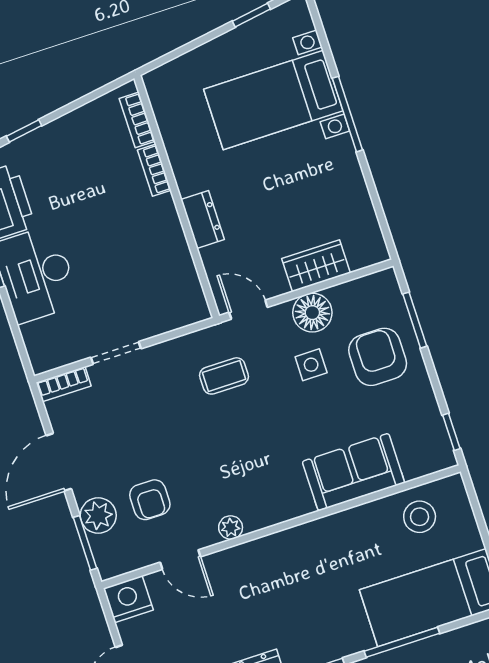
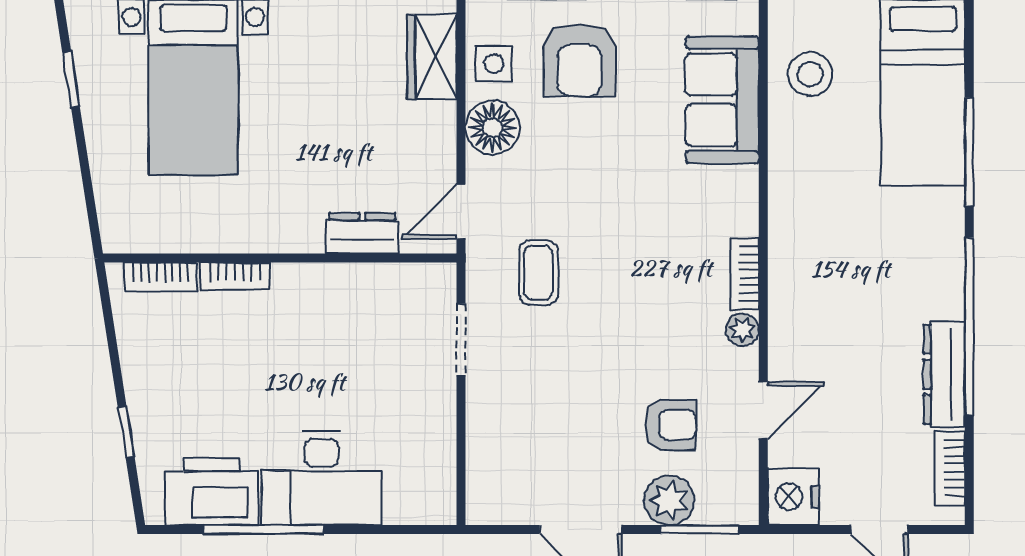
dresser: (203, 219) -> (362, 233), moved
wardrobe: (316, 266) -> (432, 57), moved
doorway: (116, 353) -> (461, 339), moved
armchair: (378, 357) -> (580, 60), turned -90
side table: (311, 365) -> (494, 64), moved
bookcase: (64, 384) -> (745, 274), moved, turned 180
sofa: (353, 472) -> (722, 100), moved

